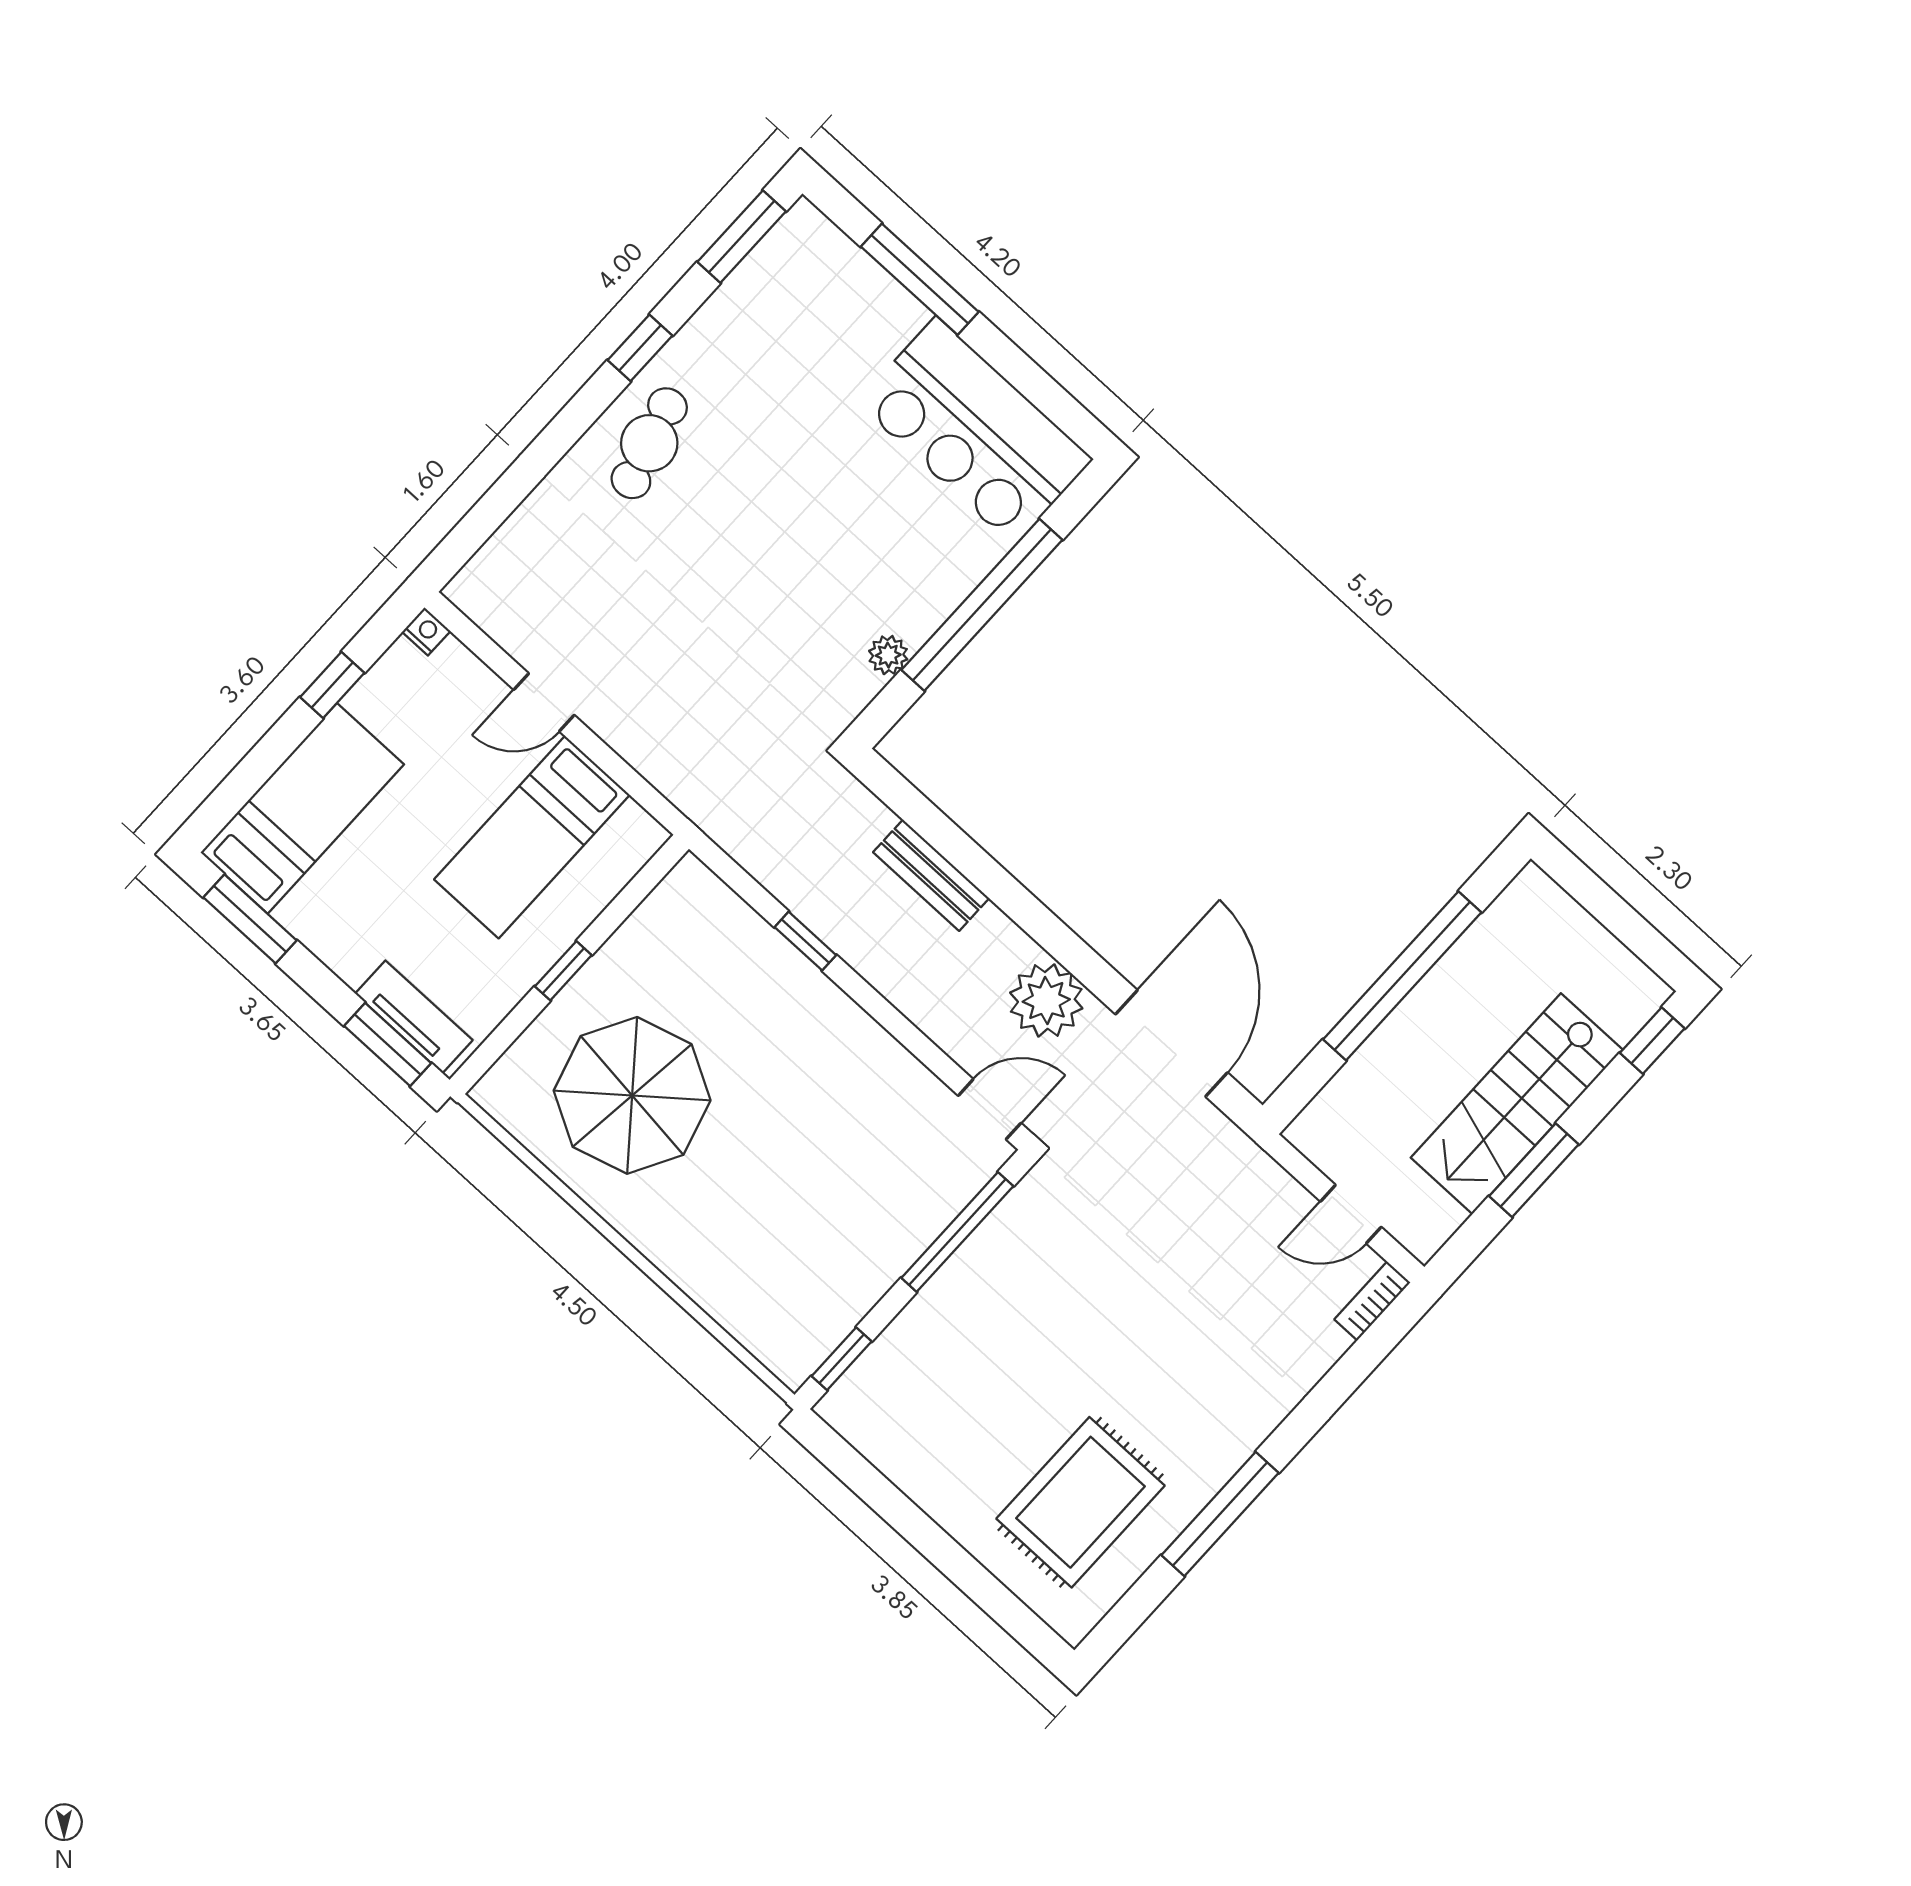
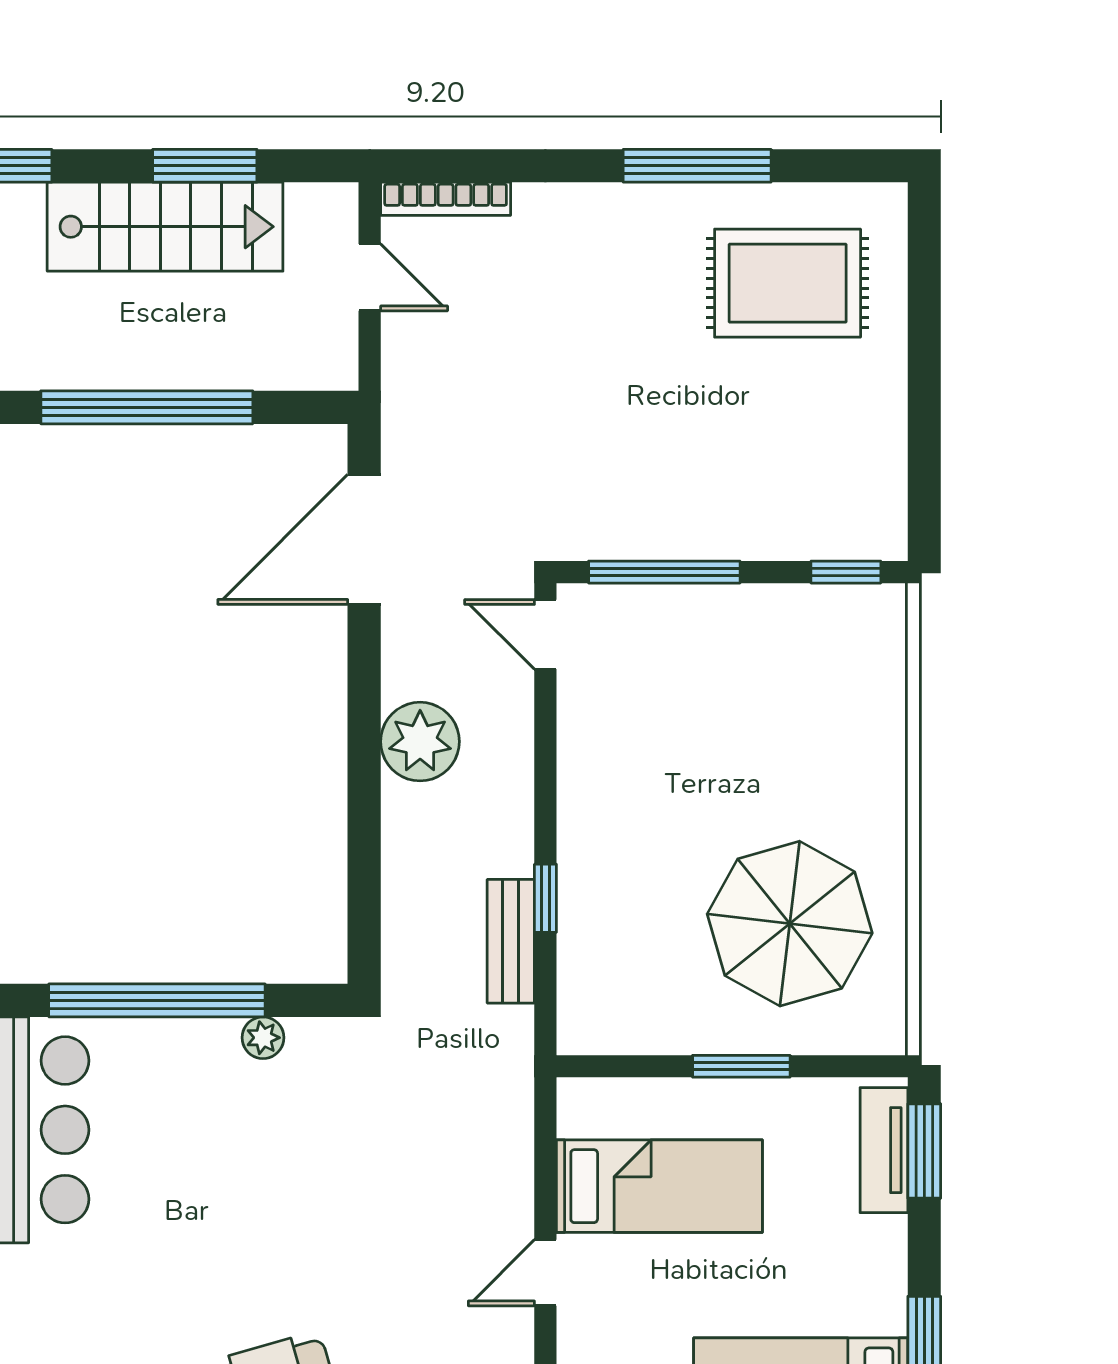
door: (544, 702) -> (545, 1273), swing flipped
bench: (931, 875) -> (511, 941), moved
window: (563, 971) -> (741, 1066), width x1.50
plant: (1046, 1000) -> (420, 742), moved
bookcase: (1372, 1301) -> (446, 199), width x1.56

